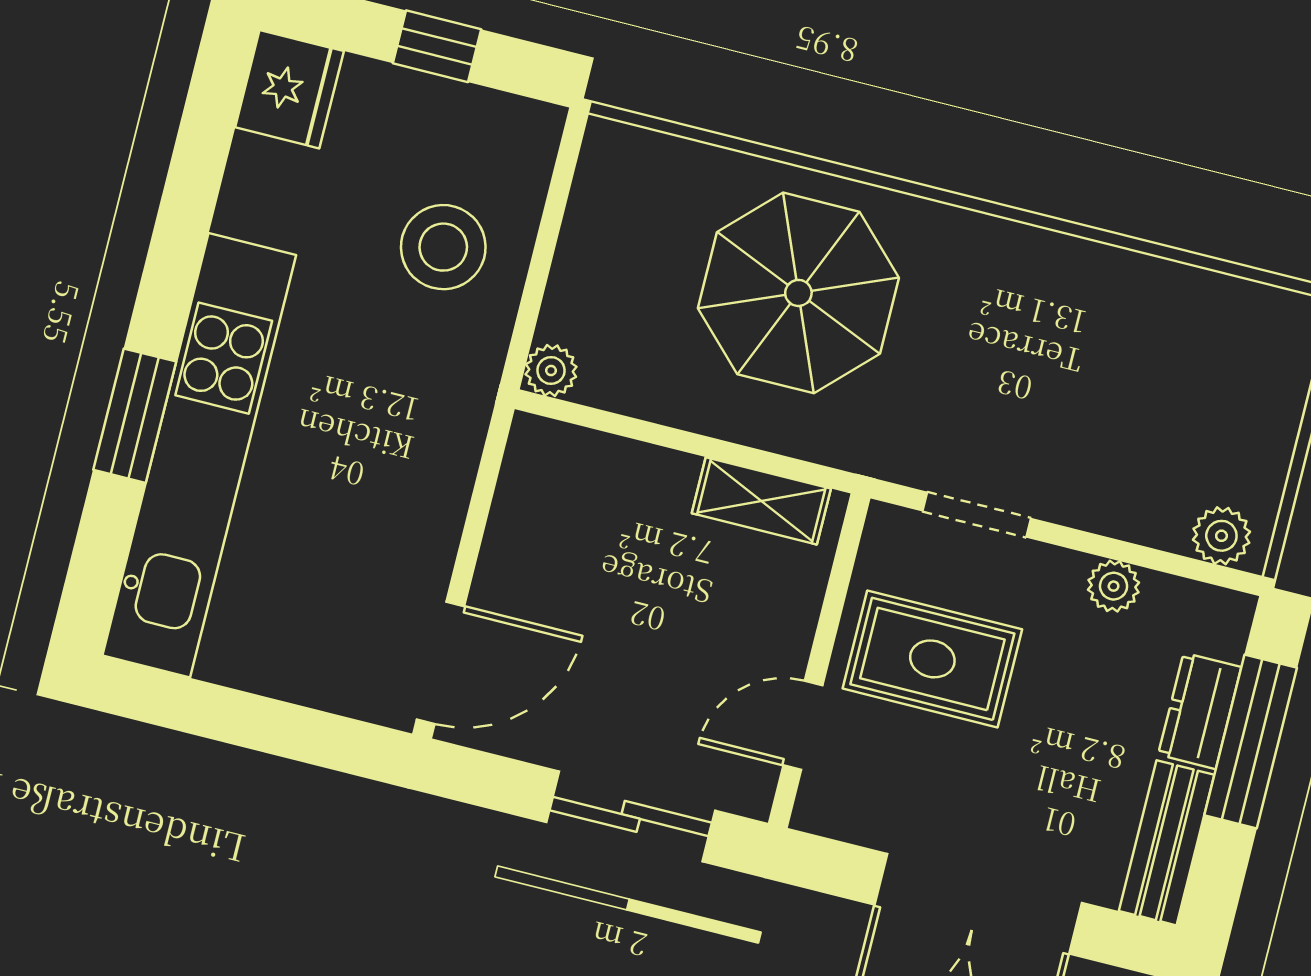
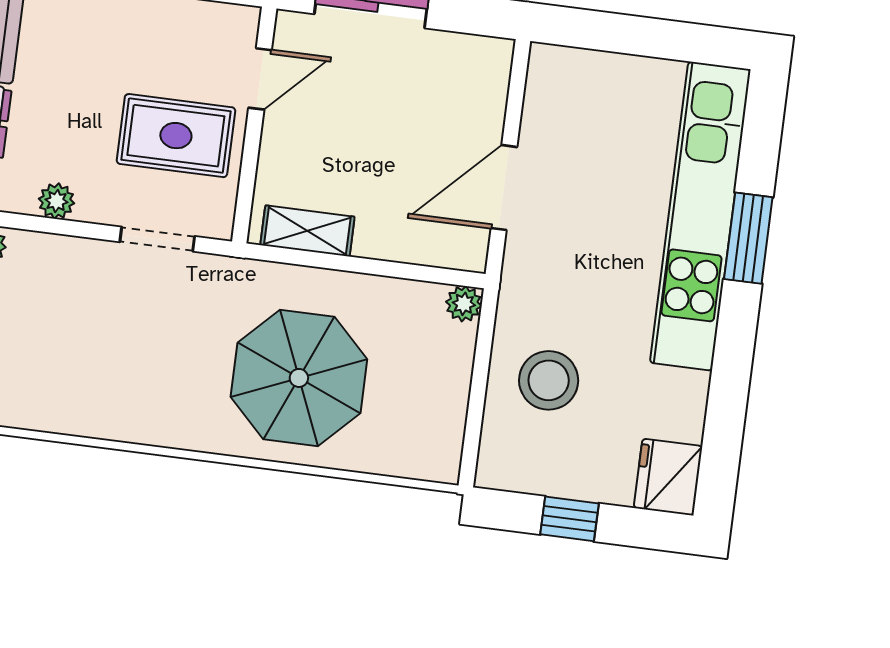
door: (440, 663) -> (504, 188), moved

